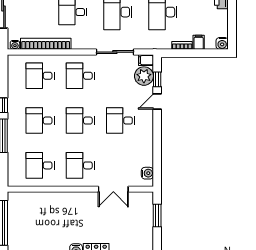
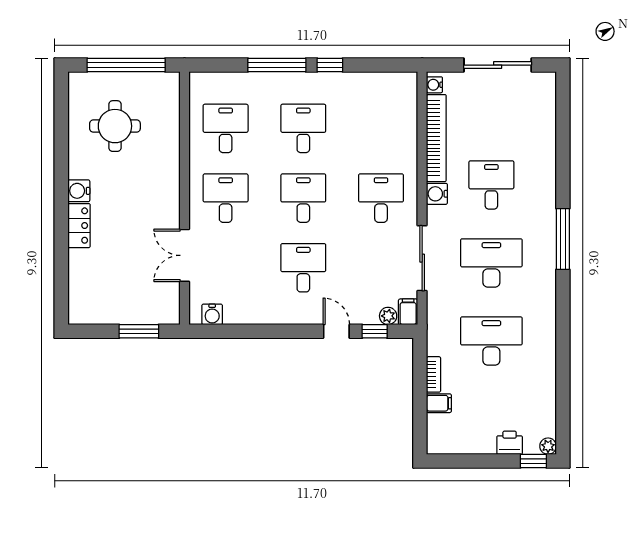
water cooler: (222, 43) -> (437, 194), moved
desk: (40, 76) -> (381, 128), removed
plant: (144, 76) -> (388, 316), width x0.53, depth x0.53
round table: (39, 229) -> (115, 126), added

